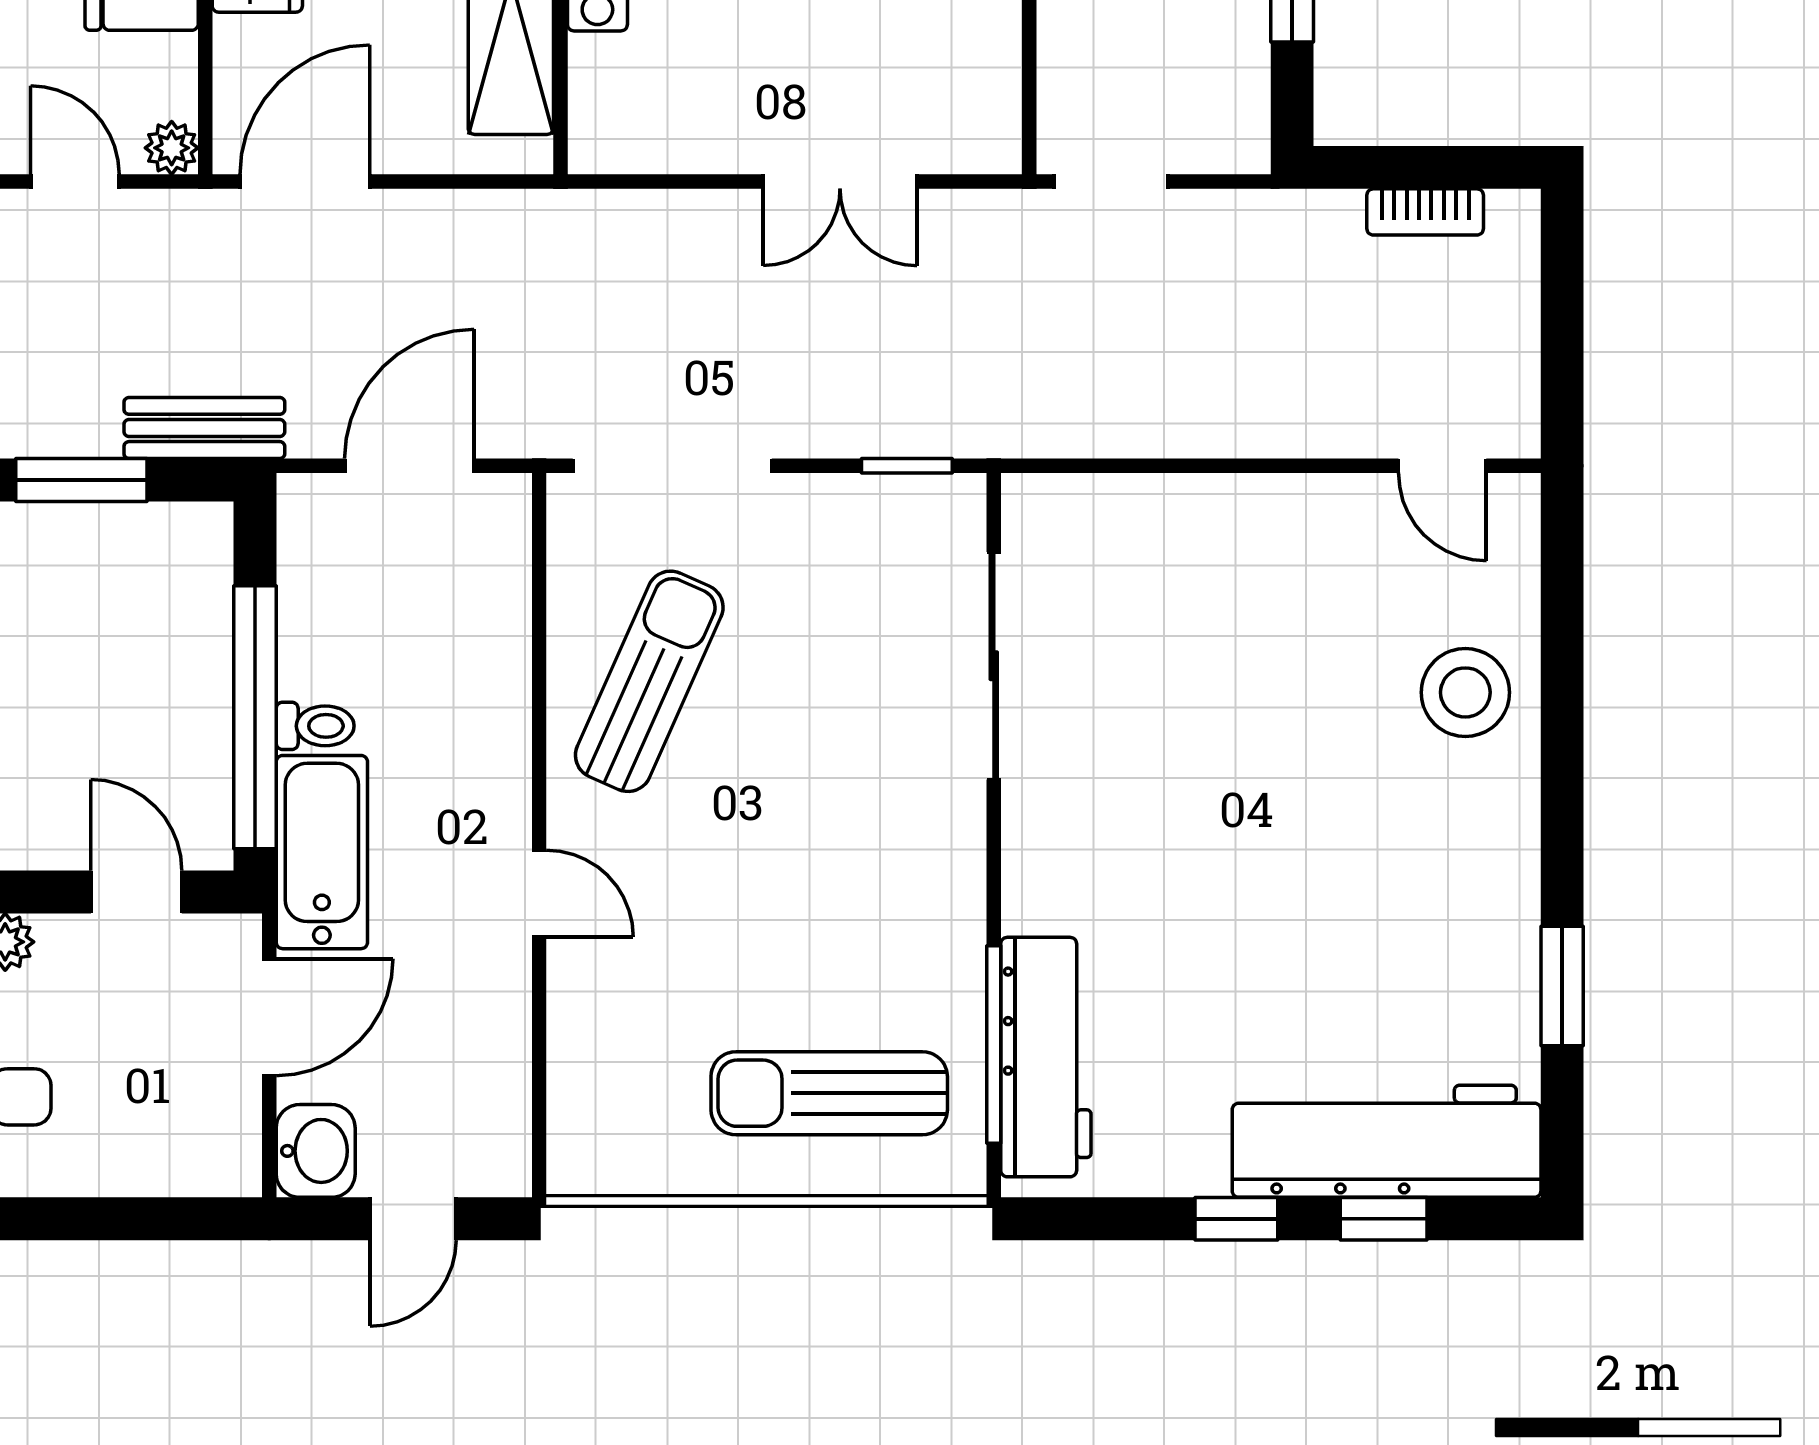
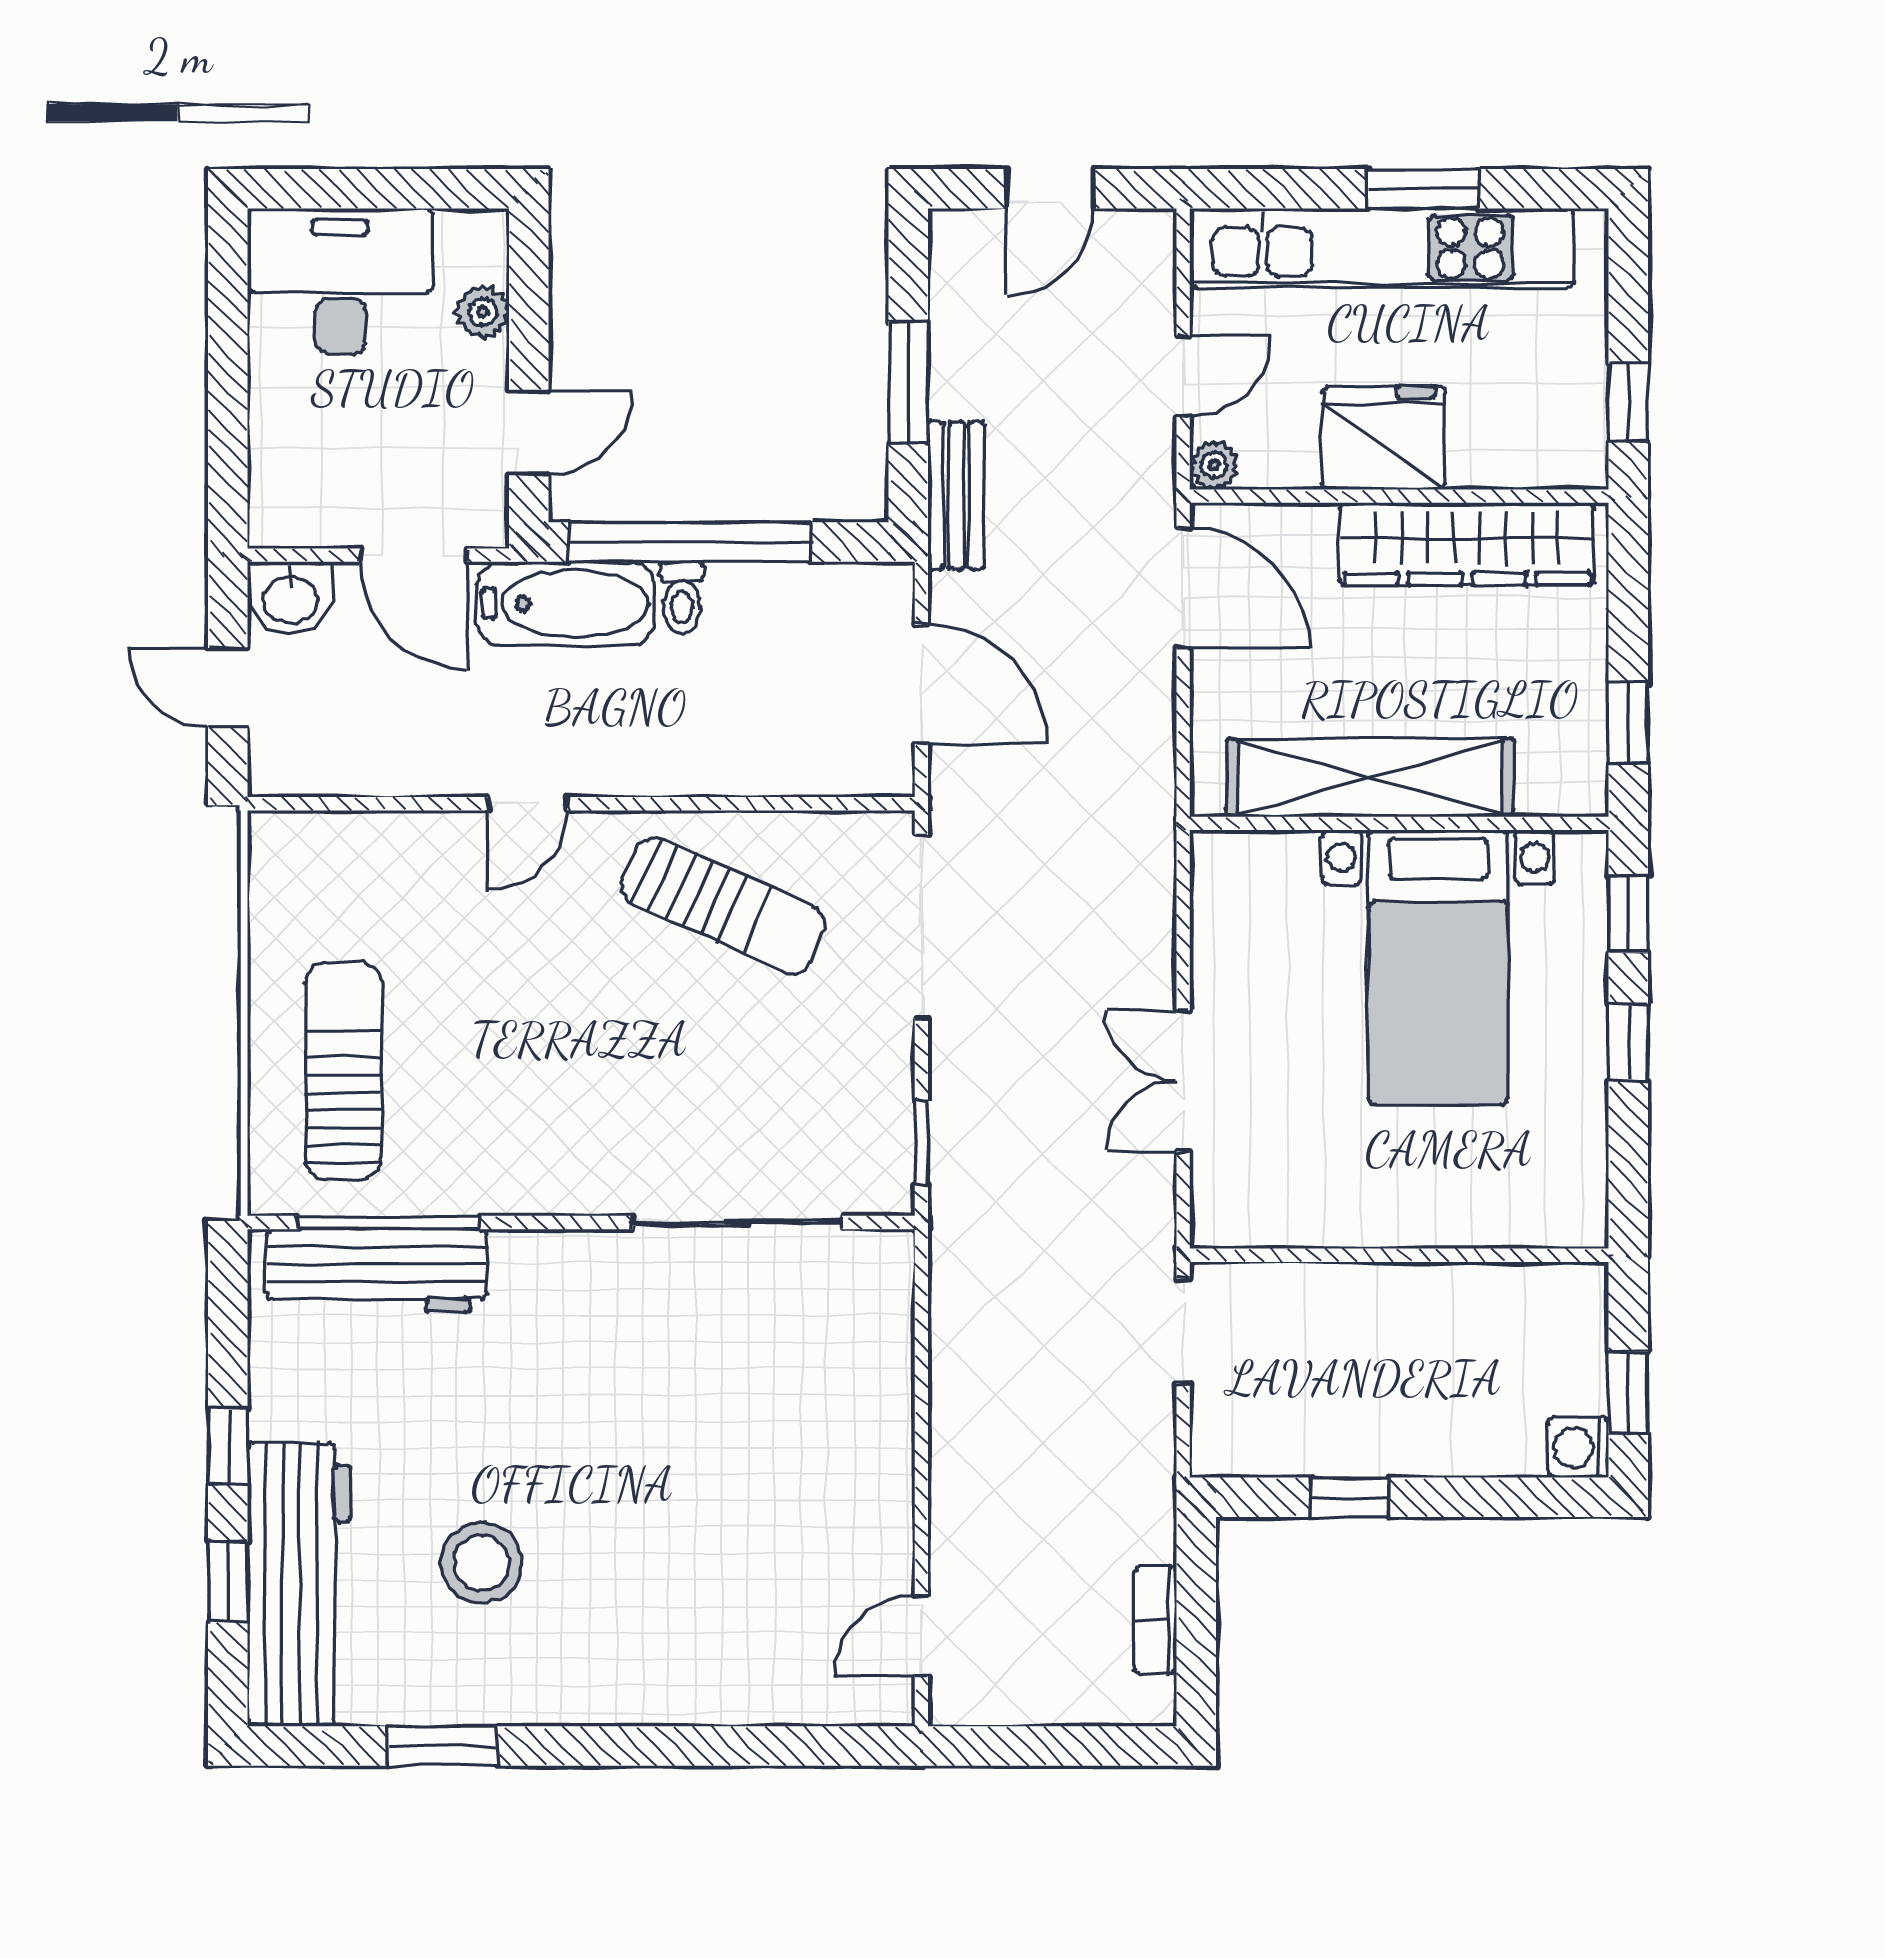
stool: (1465, 692) -> (482, 1563), moved

